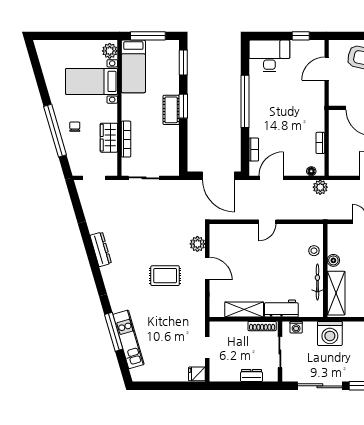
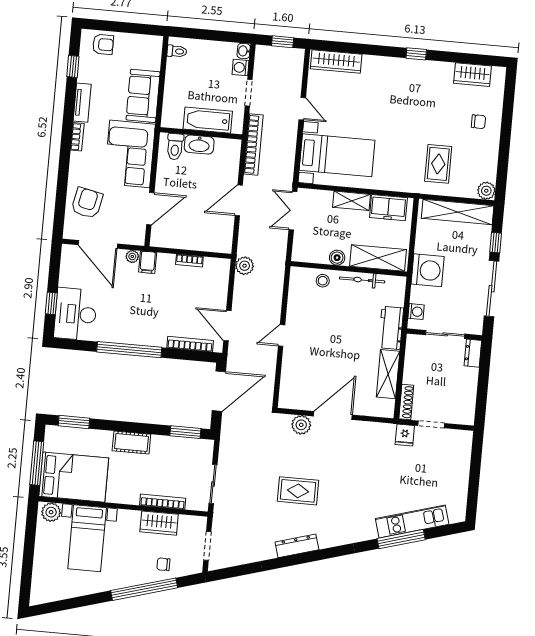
window: (301, 36) -> (51, 303), moved
bed: (133, 66) -> (74, 477), width x1.50
door: (327, 69) -> (98, 244), width x1.36
plant: (319, 97) -> (132, 256), added
window: (183, 106) -> (185, 432), moved
filing cabinet: (316, 110) -> (148, 262), added
chair: (75, 127) -> (163, 564), moved
bookcase: (254, 149) -> (190, 344), width x1.56
floor lamp: (311, 171) -> (224, 275), removed
door: (267, 222) -> (282, 336), swing flipped
door: (207, 268) -> (333, 415), width x1.36
rug: (165, 276) -> (298, 491), moved, turned 90
shoe rack: (262, 326) -> (406, 402), moved
fridge: (197, 374) -> (405, 435), moved
dresser: (251, 376) -> (473, 353), moved

